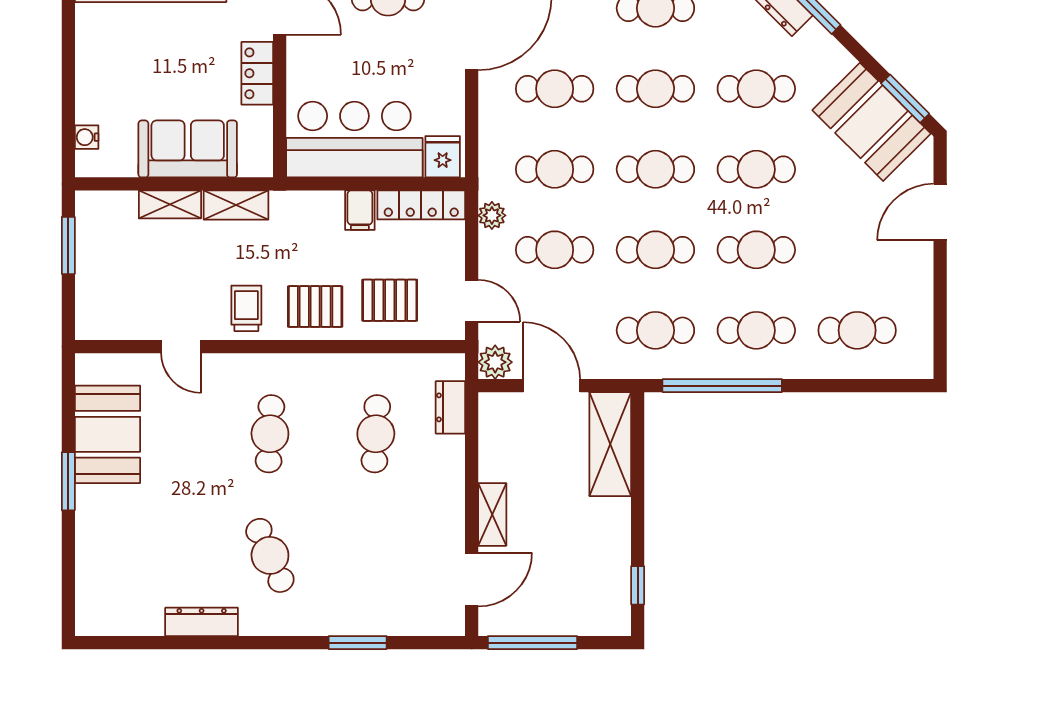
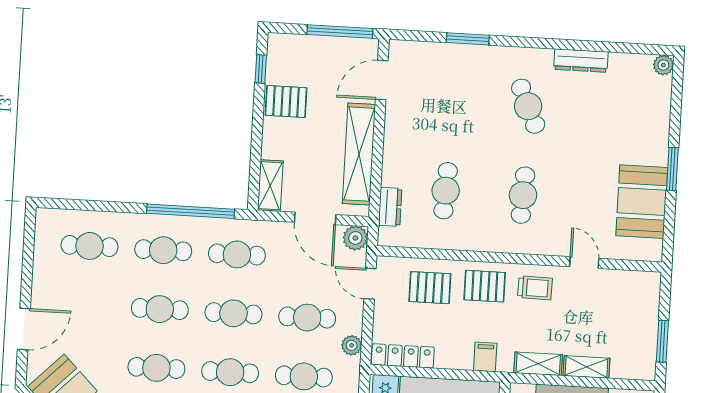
filing cabinet: (360, 210) -> (485, 357), moved
trolley: (246, 308) -> (535, 288), turned -89
shelving: (610, 444) -> (270, 186), width x0.67, depth x0.75
shelving: (492, 514) -> (359, 154), width x2.20, depth x1.33
pallet: (601, 543) -> (286, 102), added
plant: (89, 622) -> (663, 65), added

